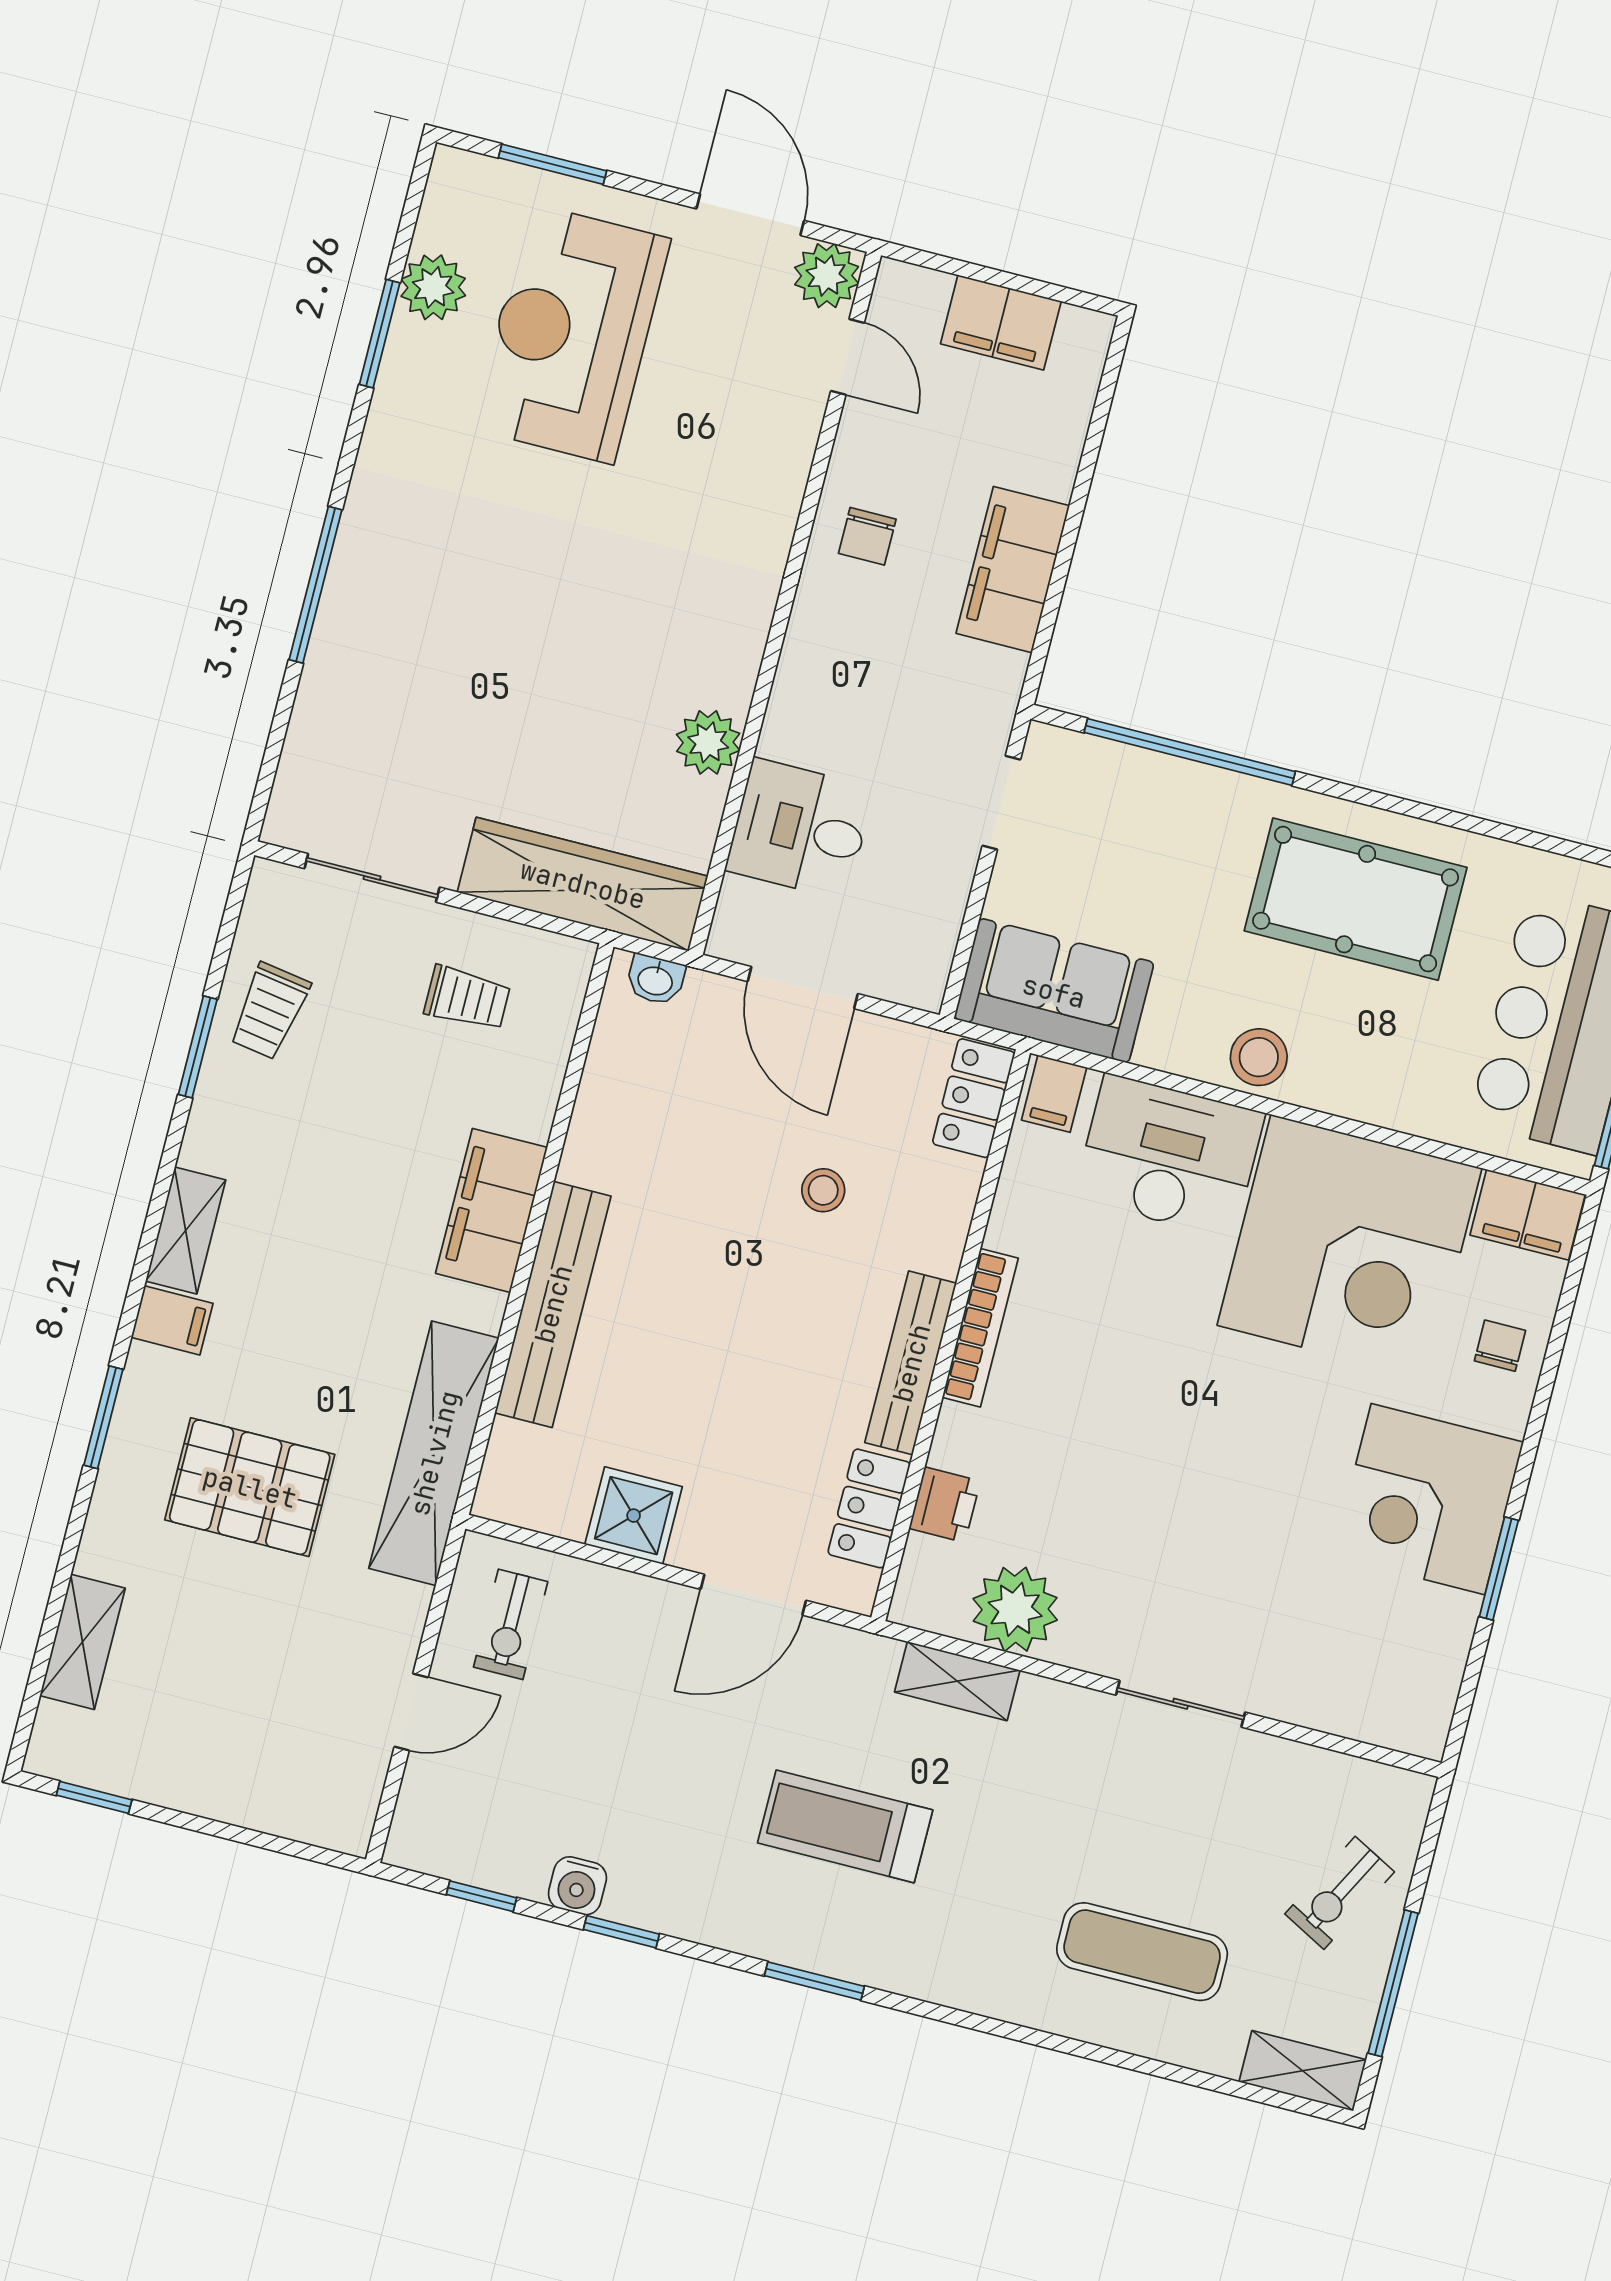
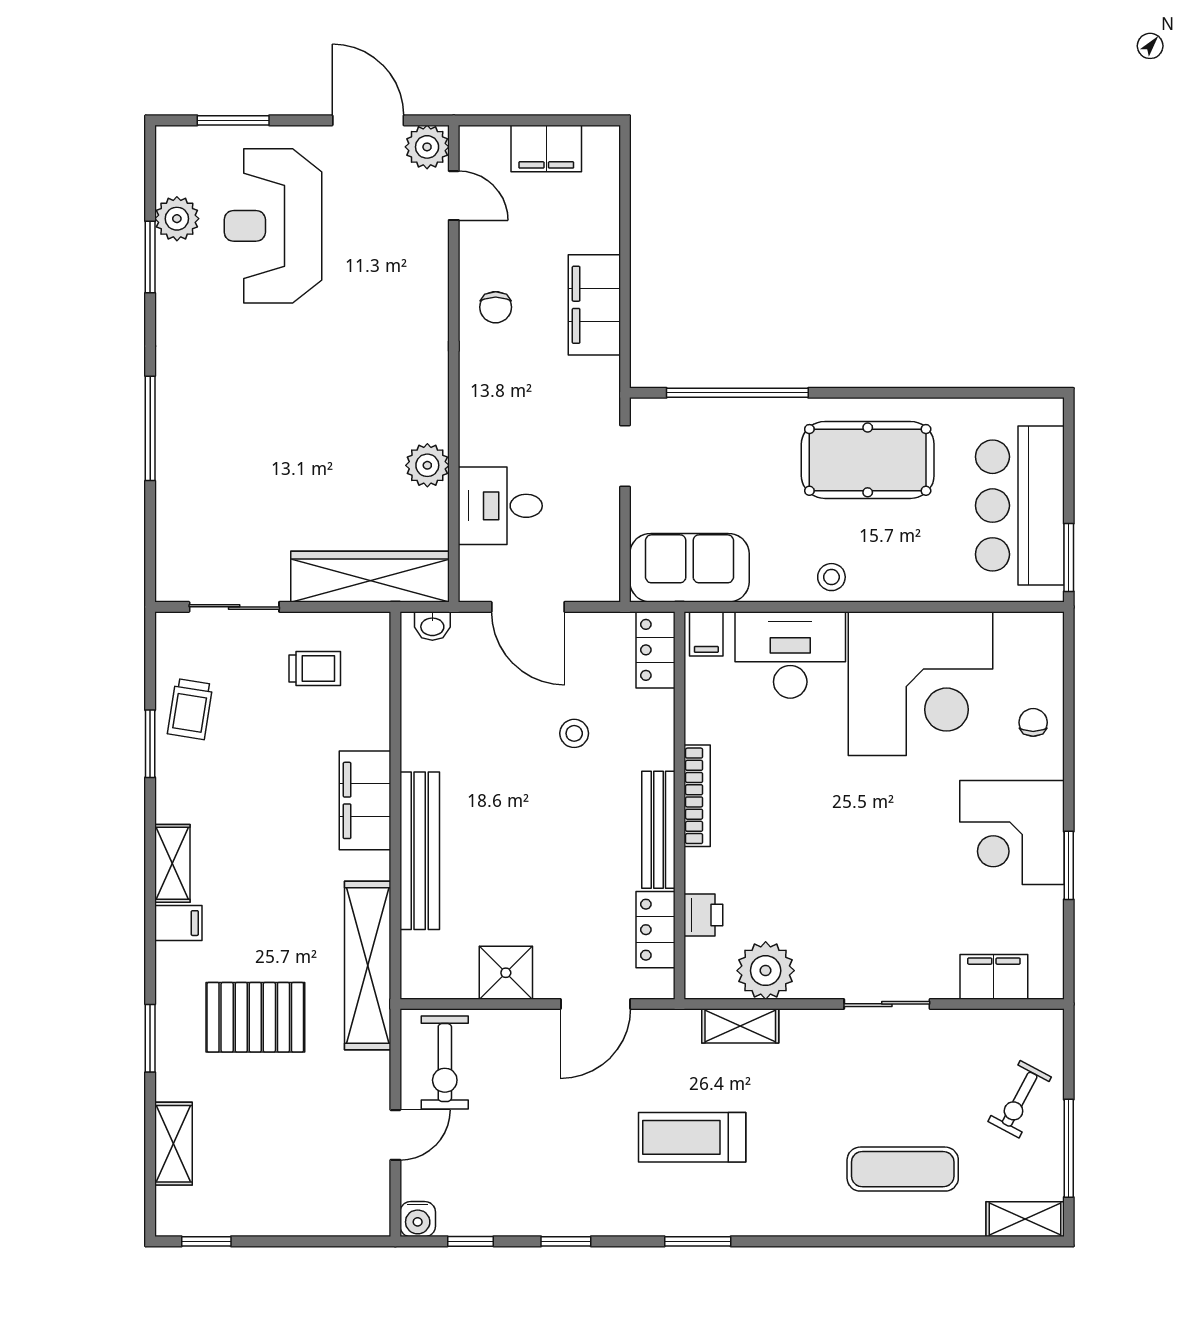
stool: (1259, 1057) -> (831, 577), width x0.73, depth x0.73
filing cabinet: (1528, 1215) -> (994, 977), moved, turned 180
window: (103, 1417) -> (150, 1038), moved
exercise bike: (511, 1624) -> (445, 1063), width x1.38, depth x1.39
water cooler: (577, 1886) -> (418, 1219), moved

